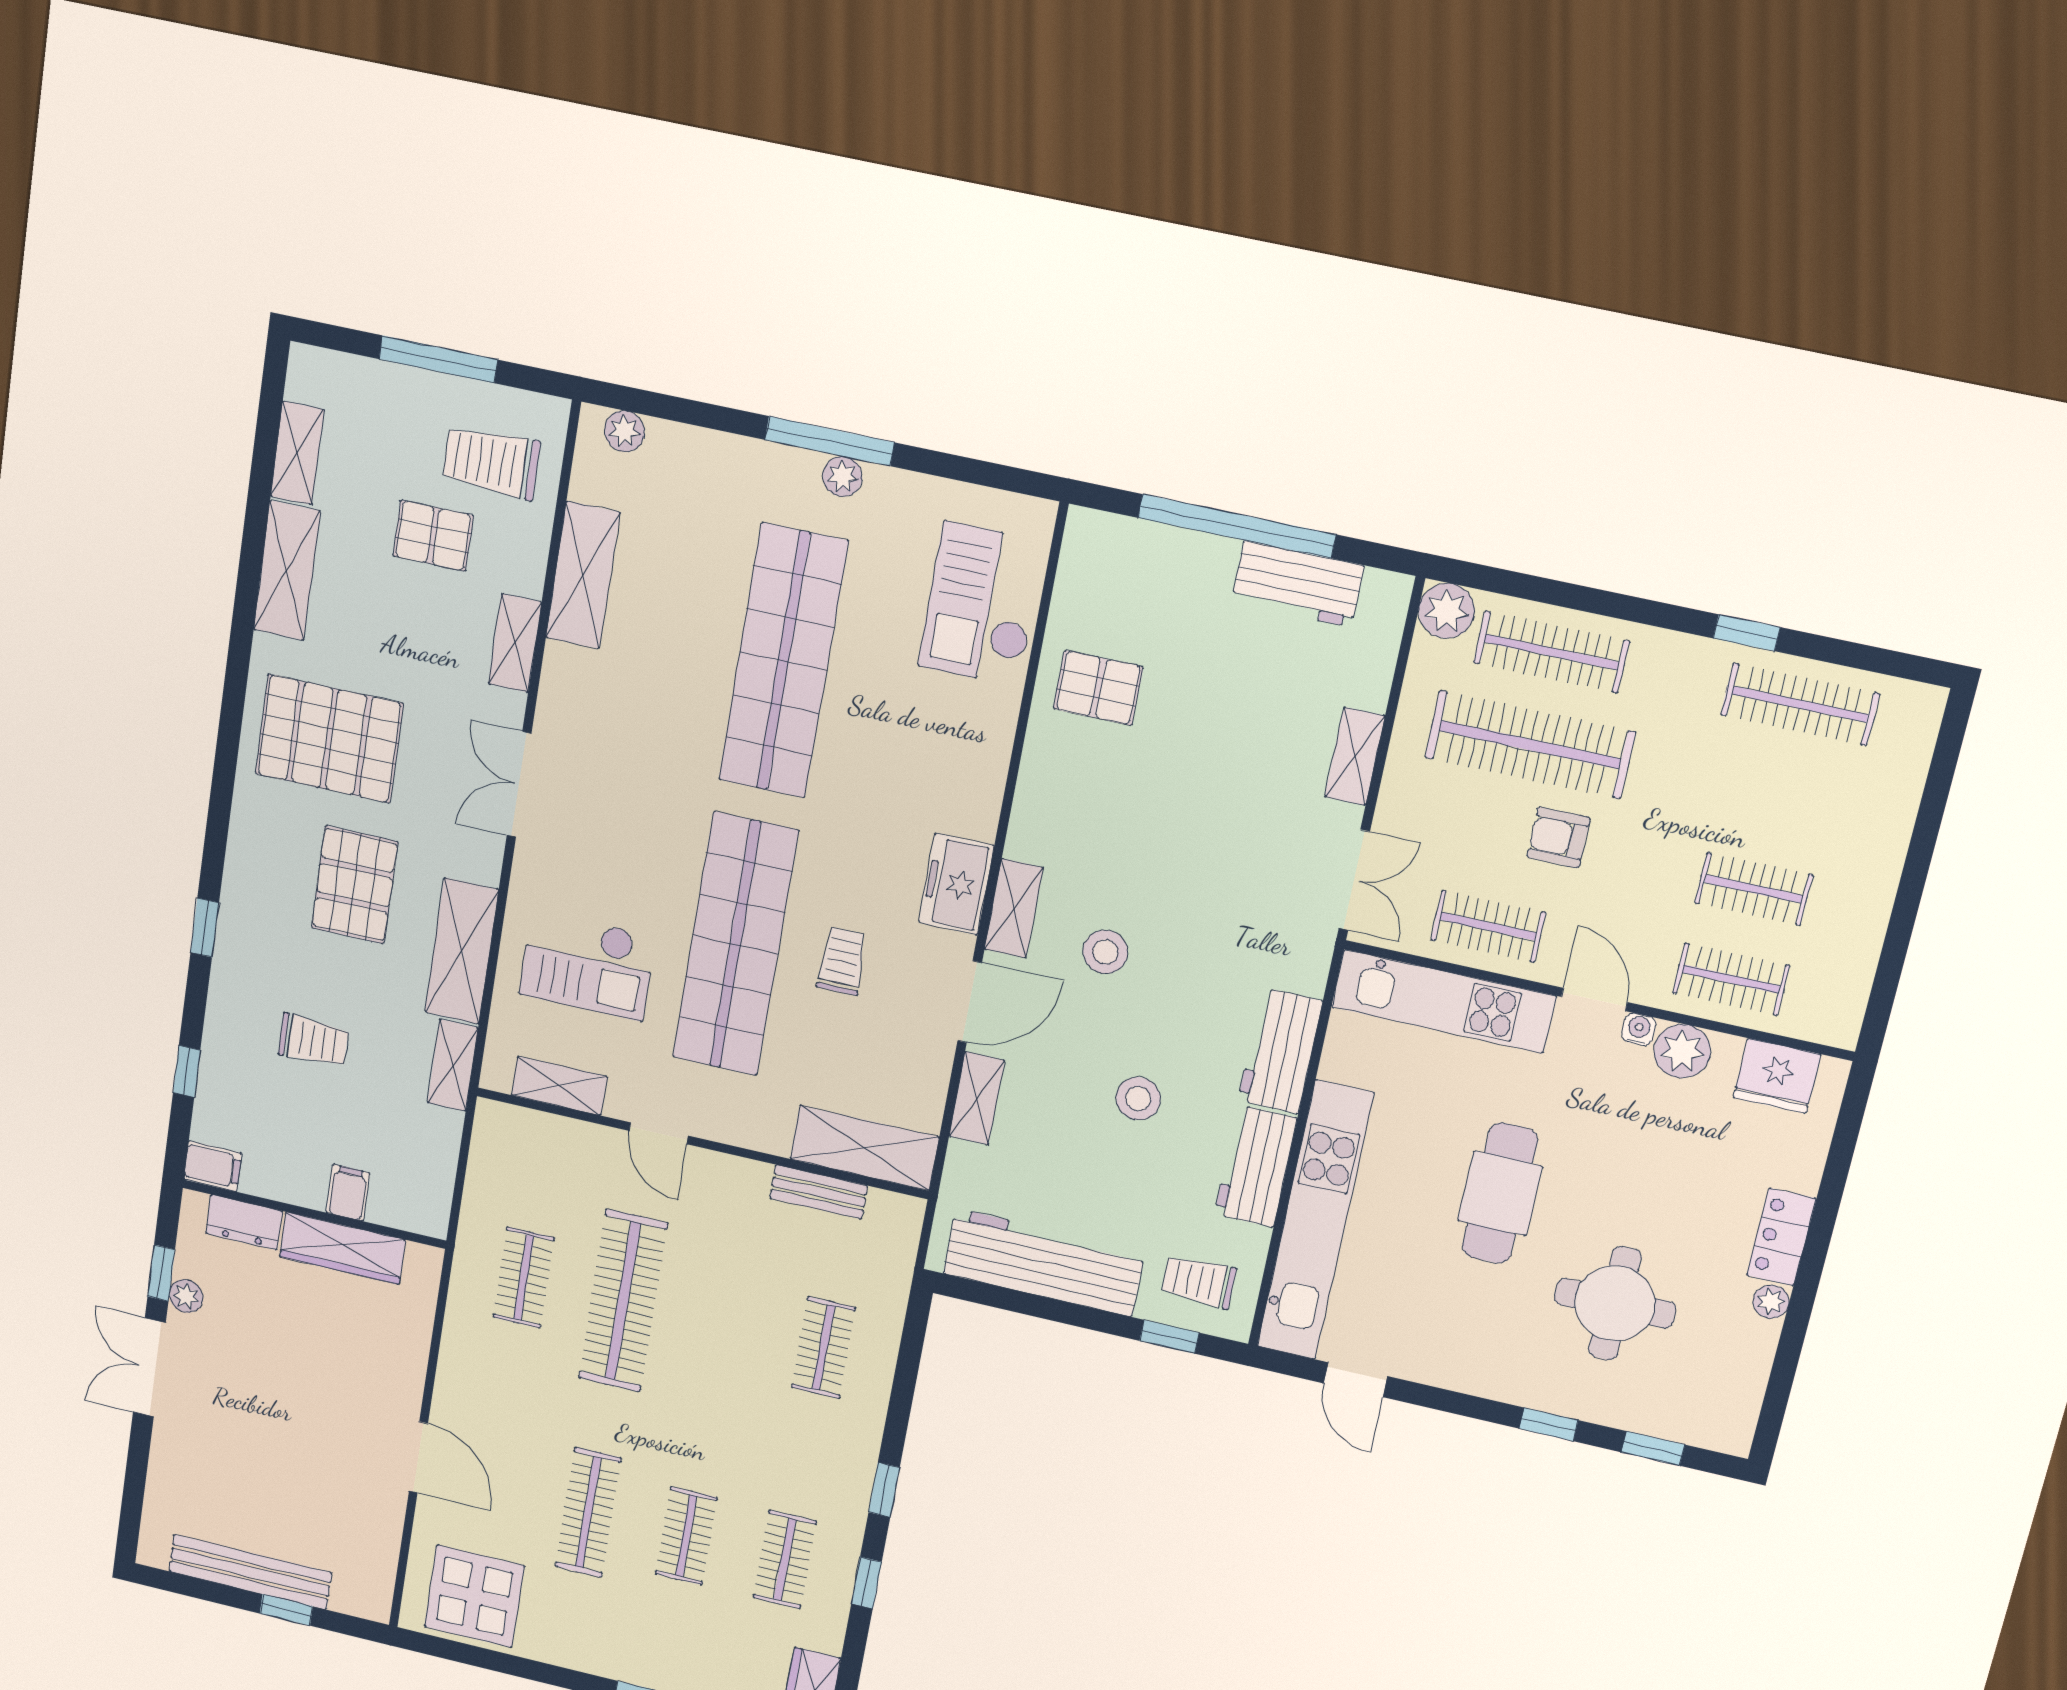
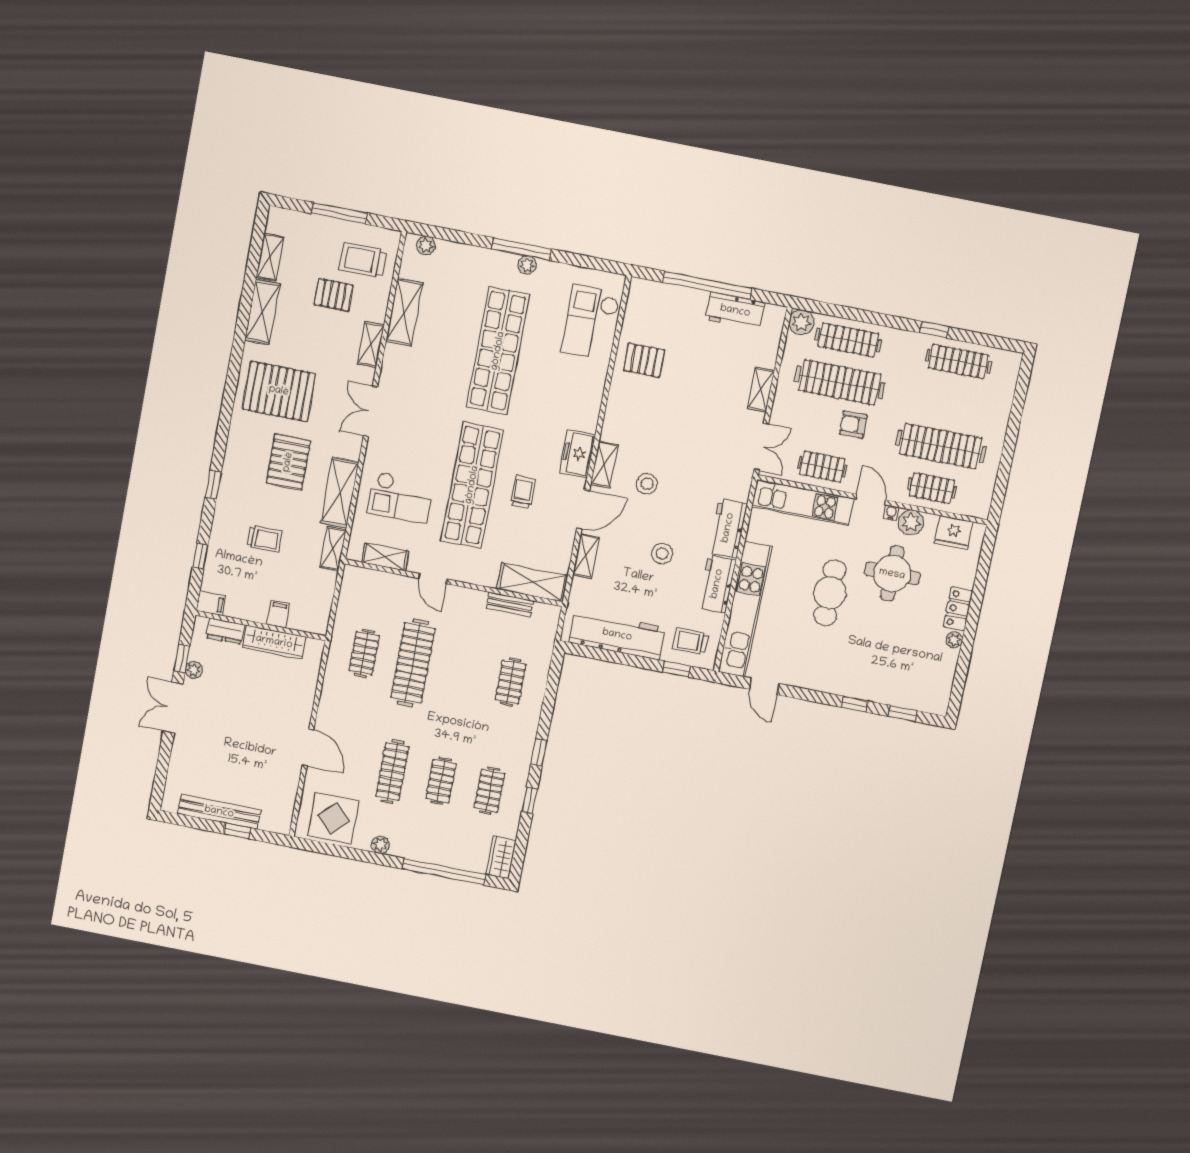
clothes rail: (1754, 889) -> (941, 446), width x1.86, depth x1.31
round table: (1615, 1303) -> (892, 574), moved
plant: (569, 1652) -> (380, 845), added

